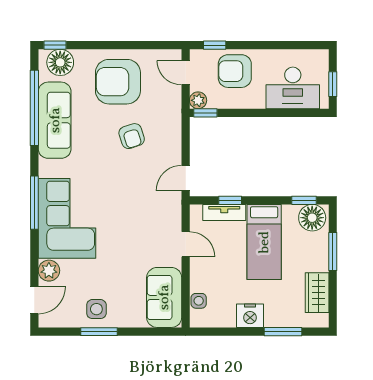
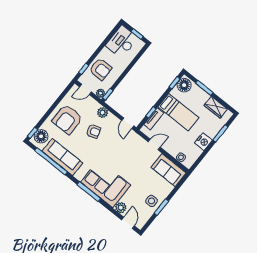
armchair: (235, 71) -> (101, 69), turned -90
desk: (293, 88) -> (122, 42), moved, turned 180
plant: (171, 127) -> (103, 113), added

